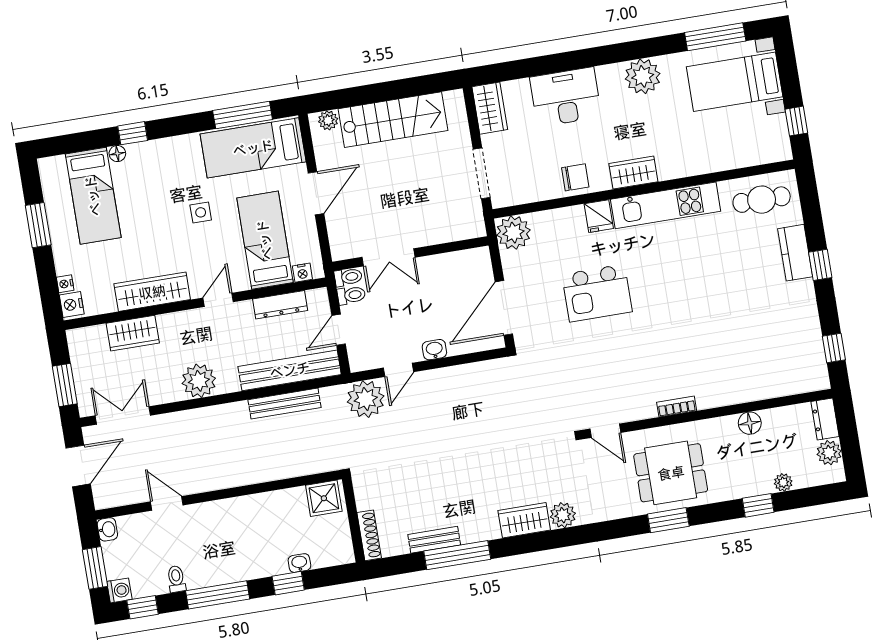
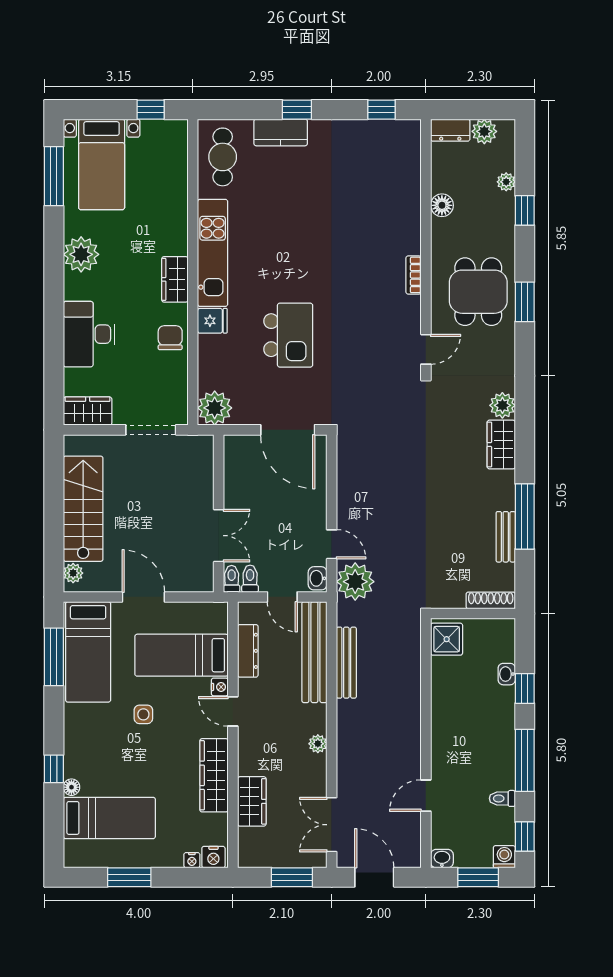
nightstand: (302, 273) -> (220, 687), moved
washbasin: (434, 350) -> (318, 578), moved
plant: (199, 381) -> (318, 744), width x0.53, depth x0.53

